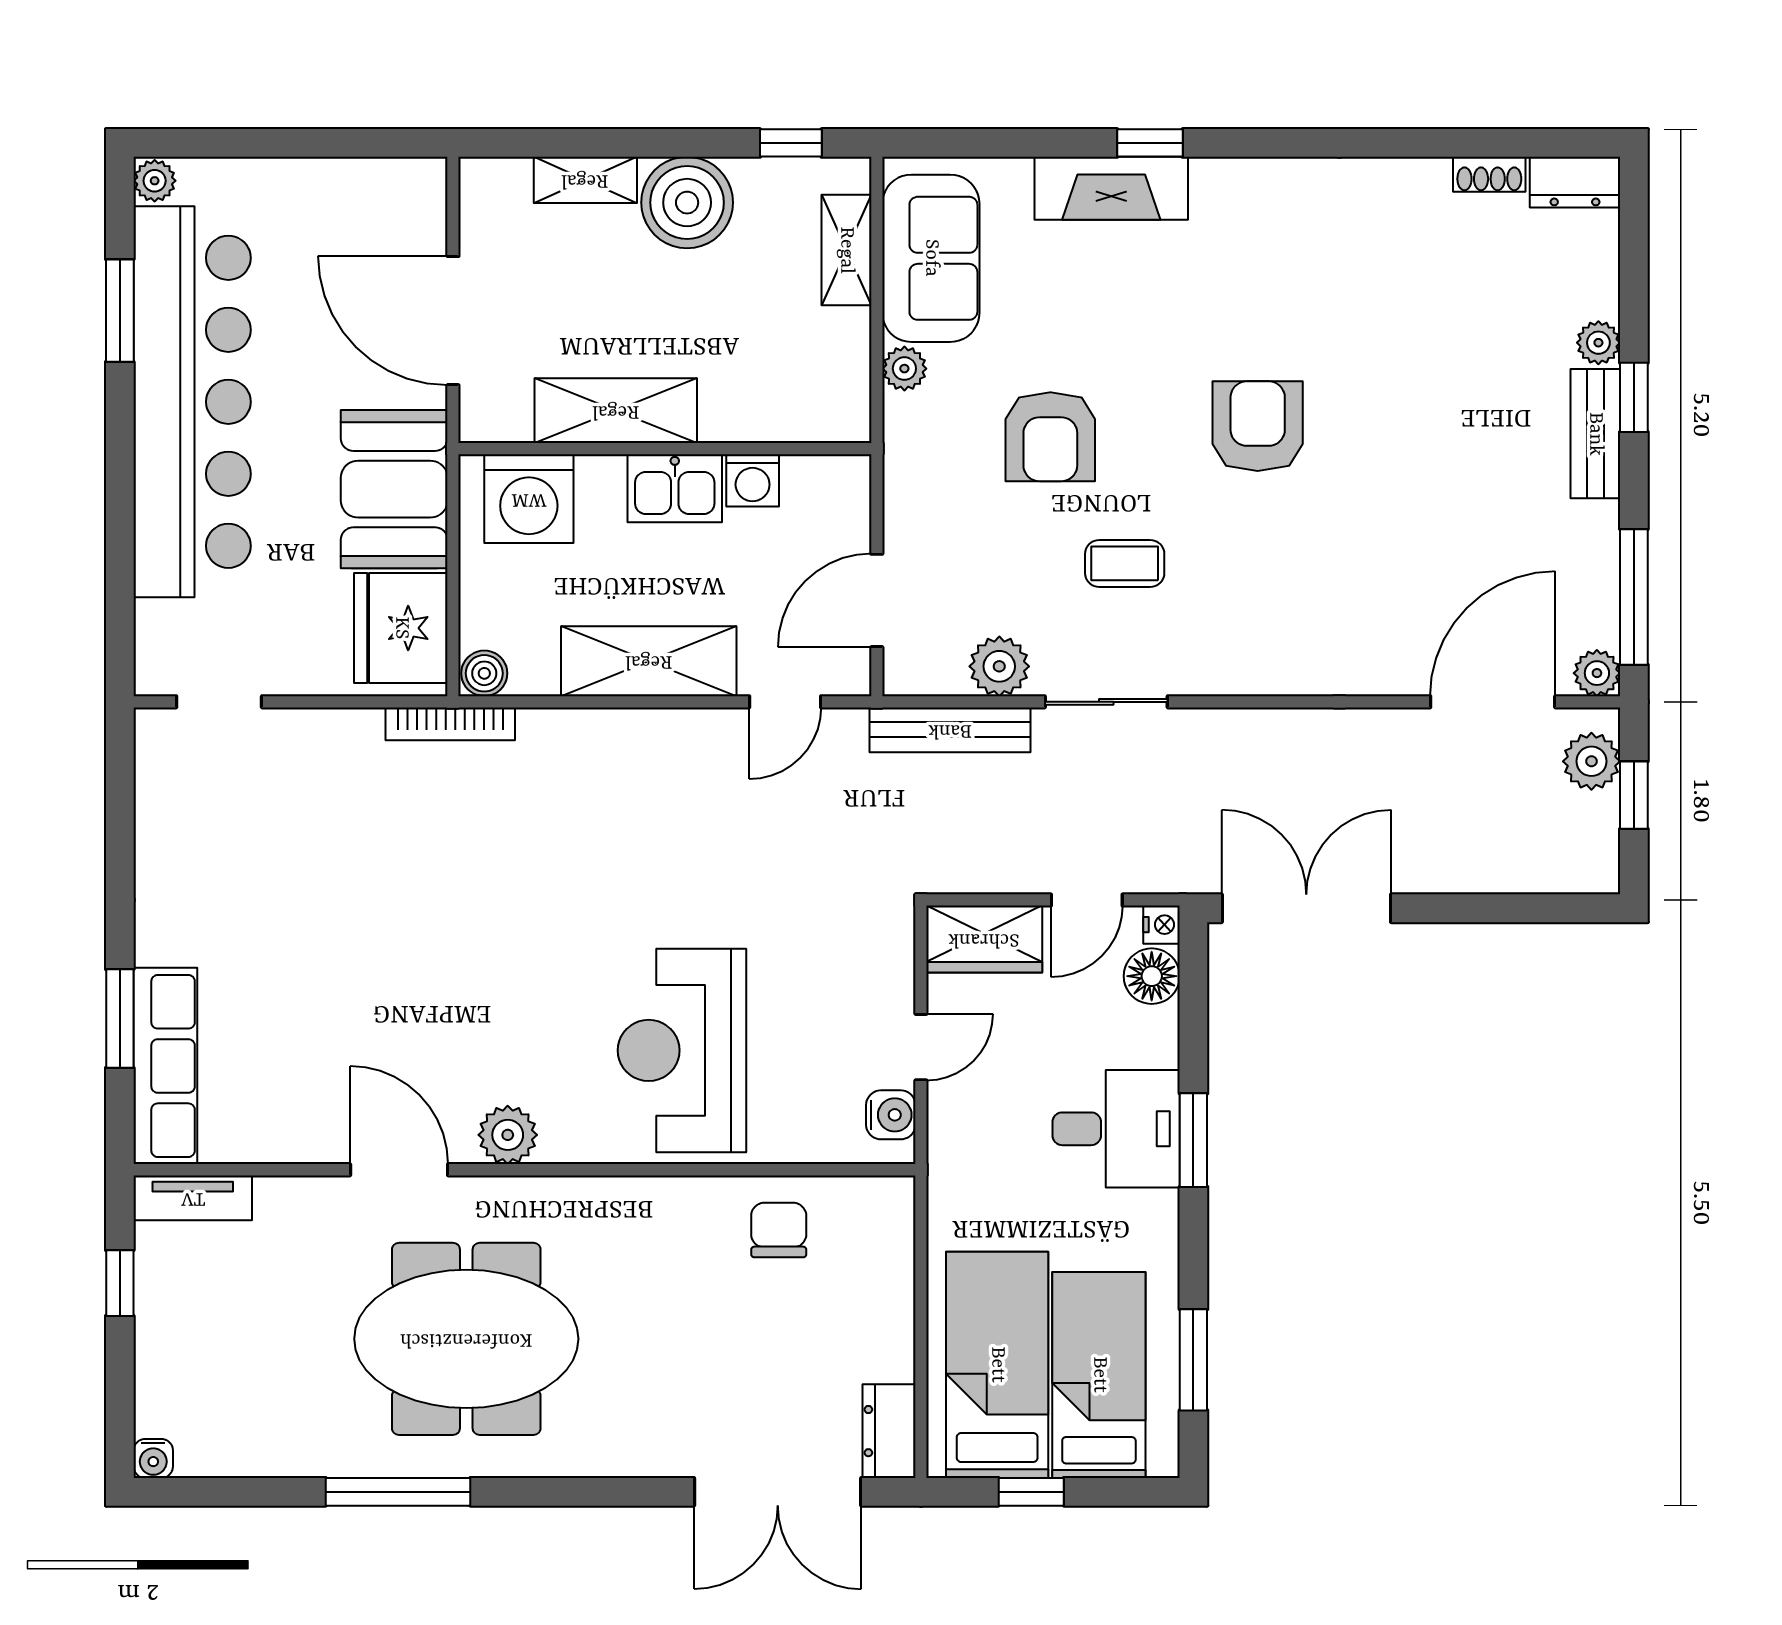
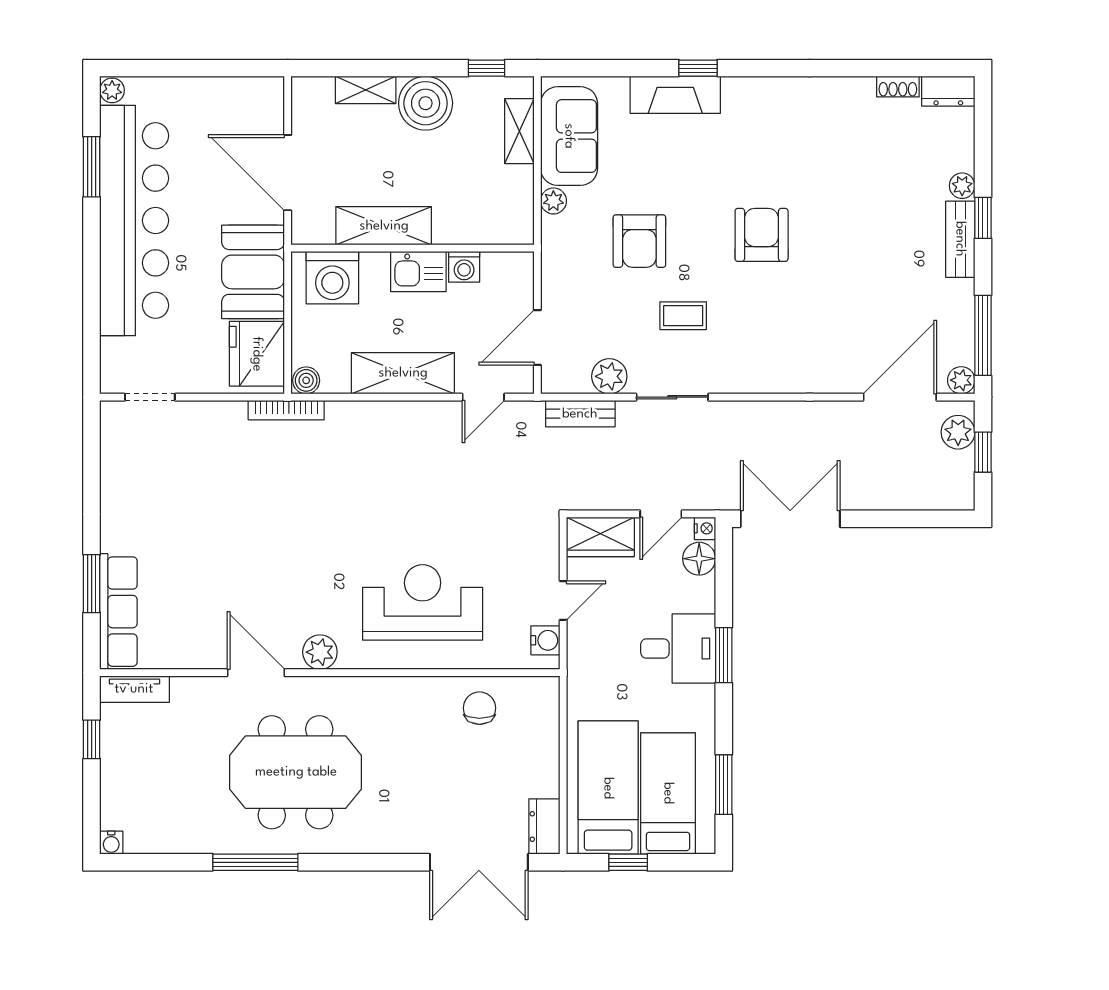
bench: (950, 730) -> (580, 414), width x0.73
reception desk: (682, 1050) -> (423, 602), turned 90

